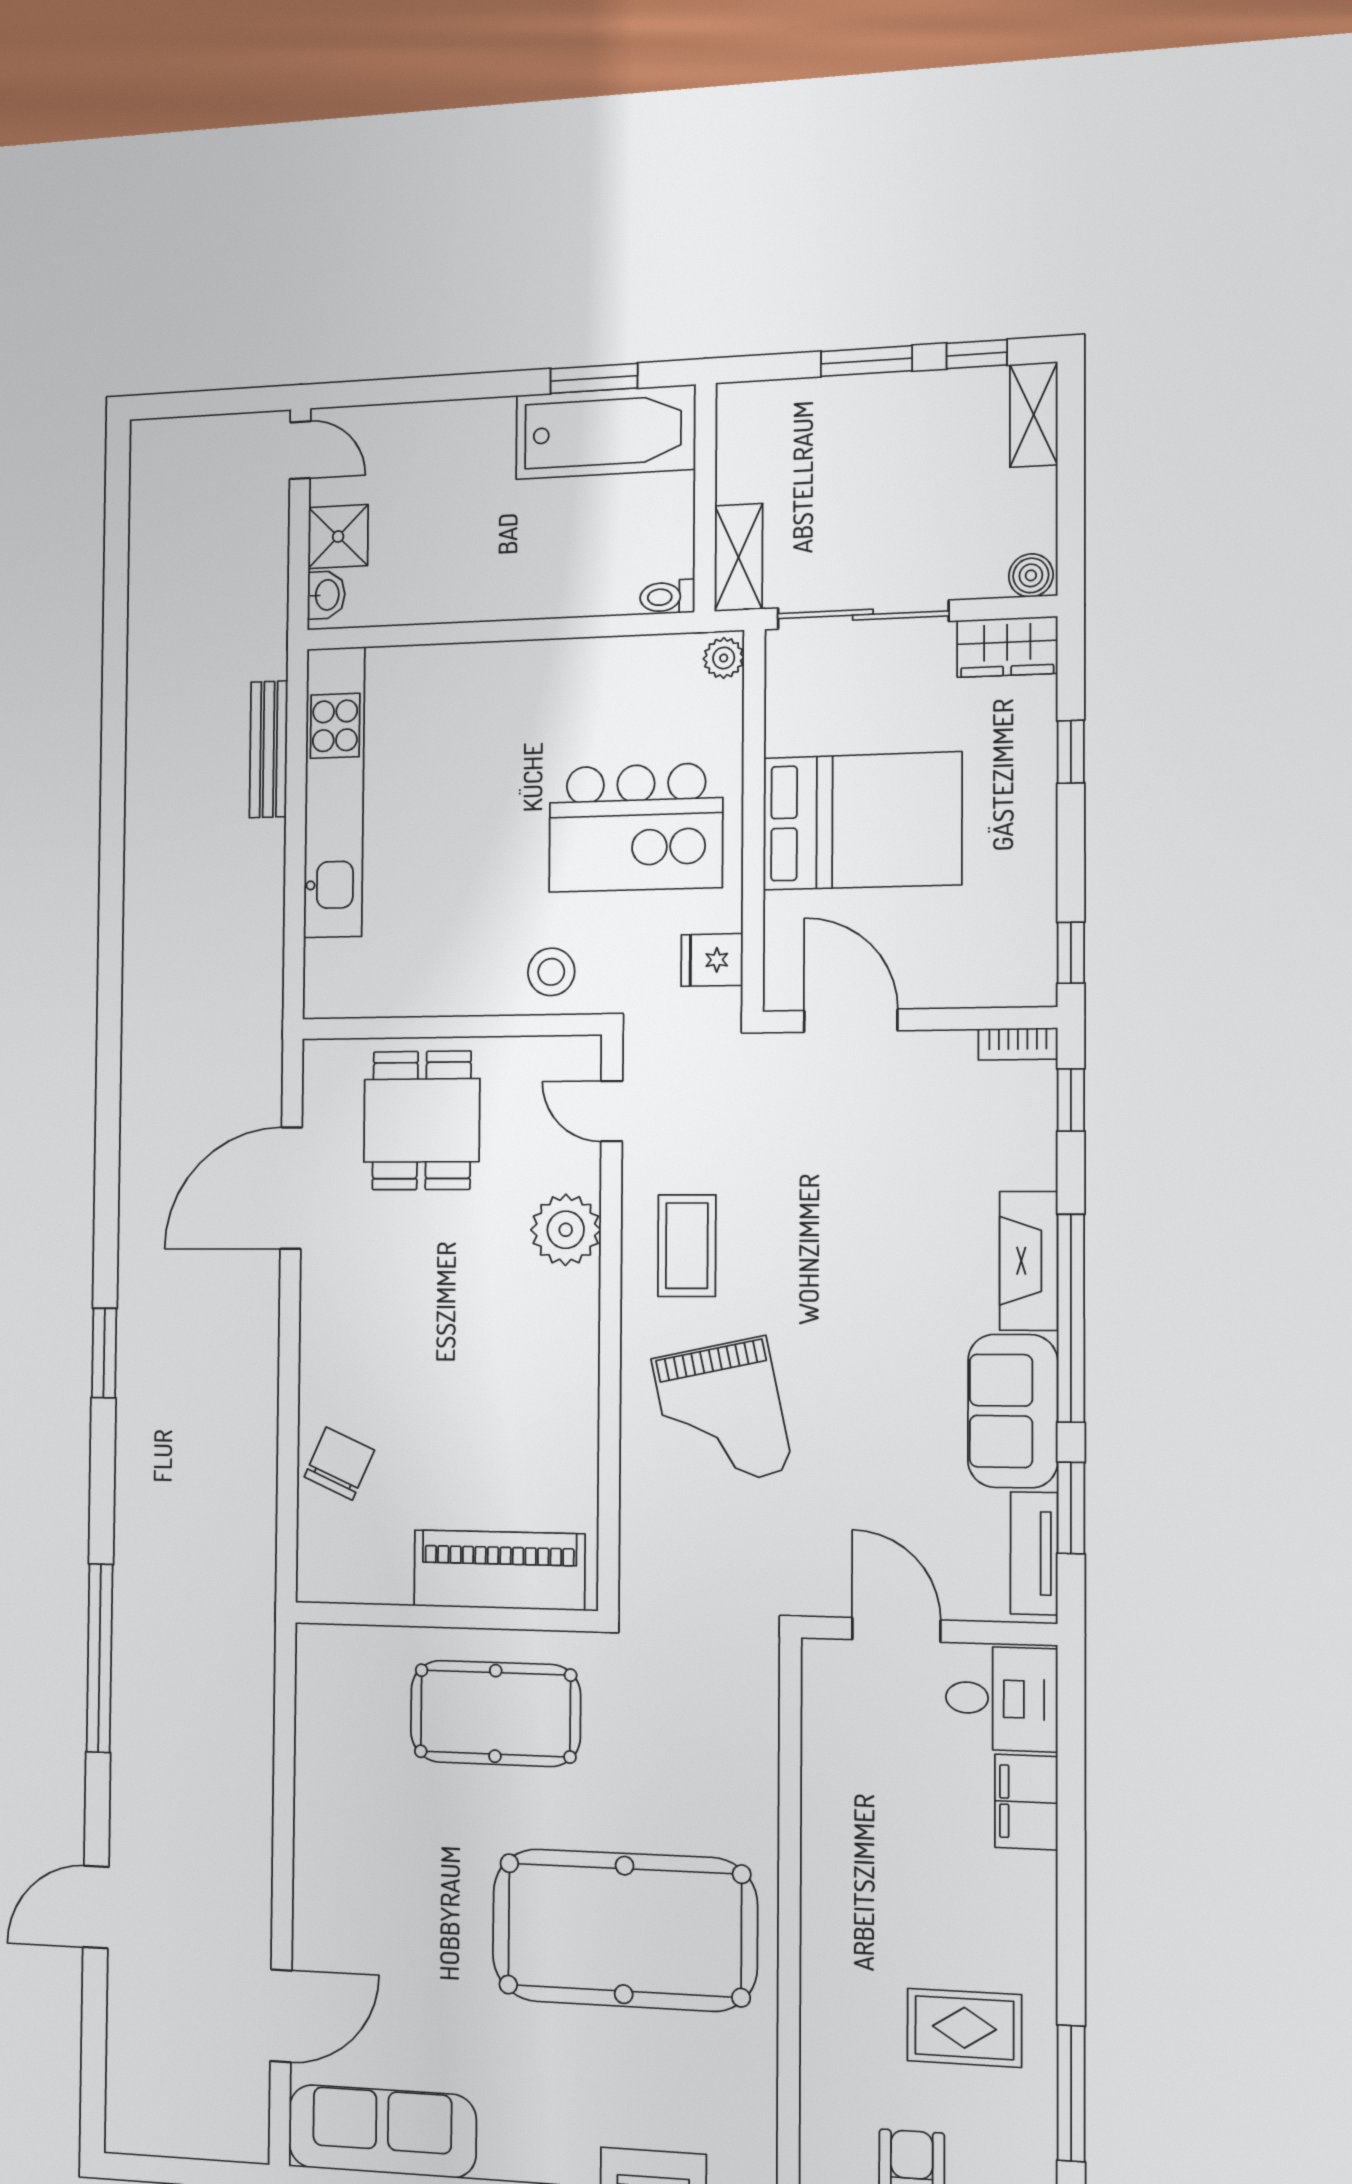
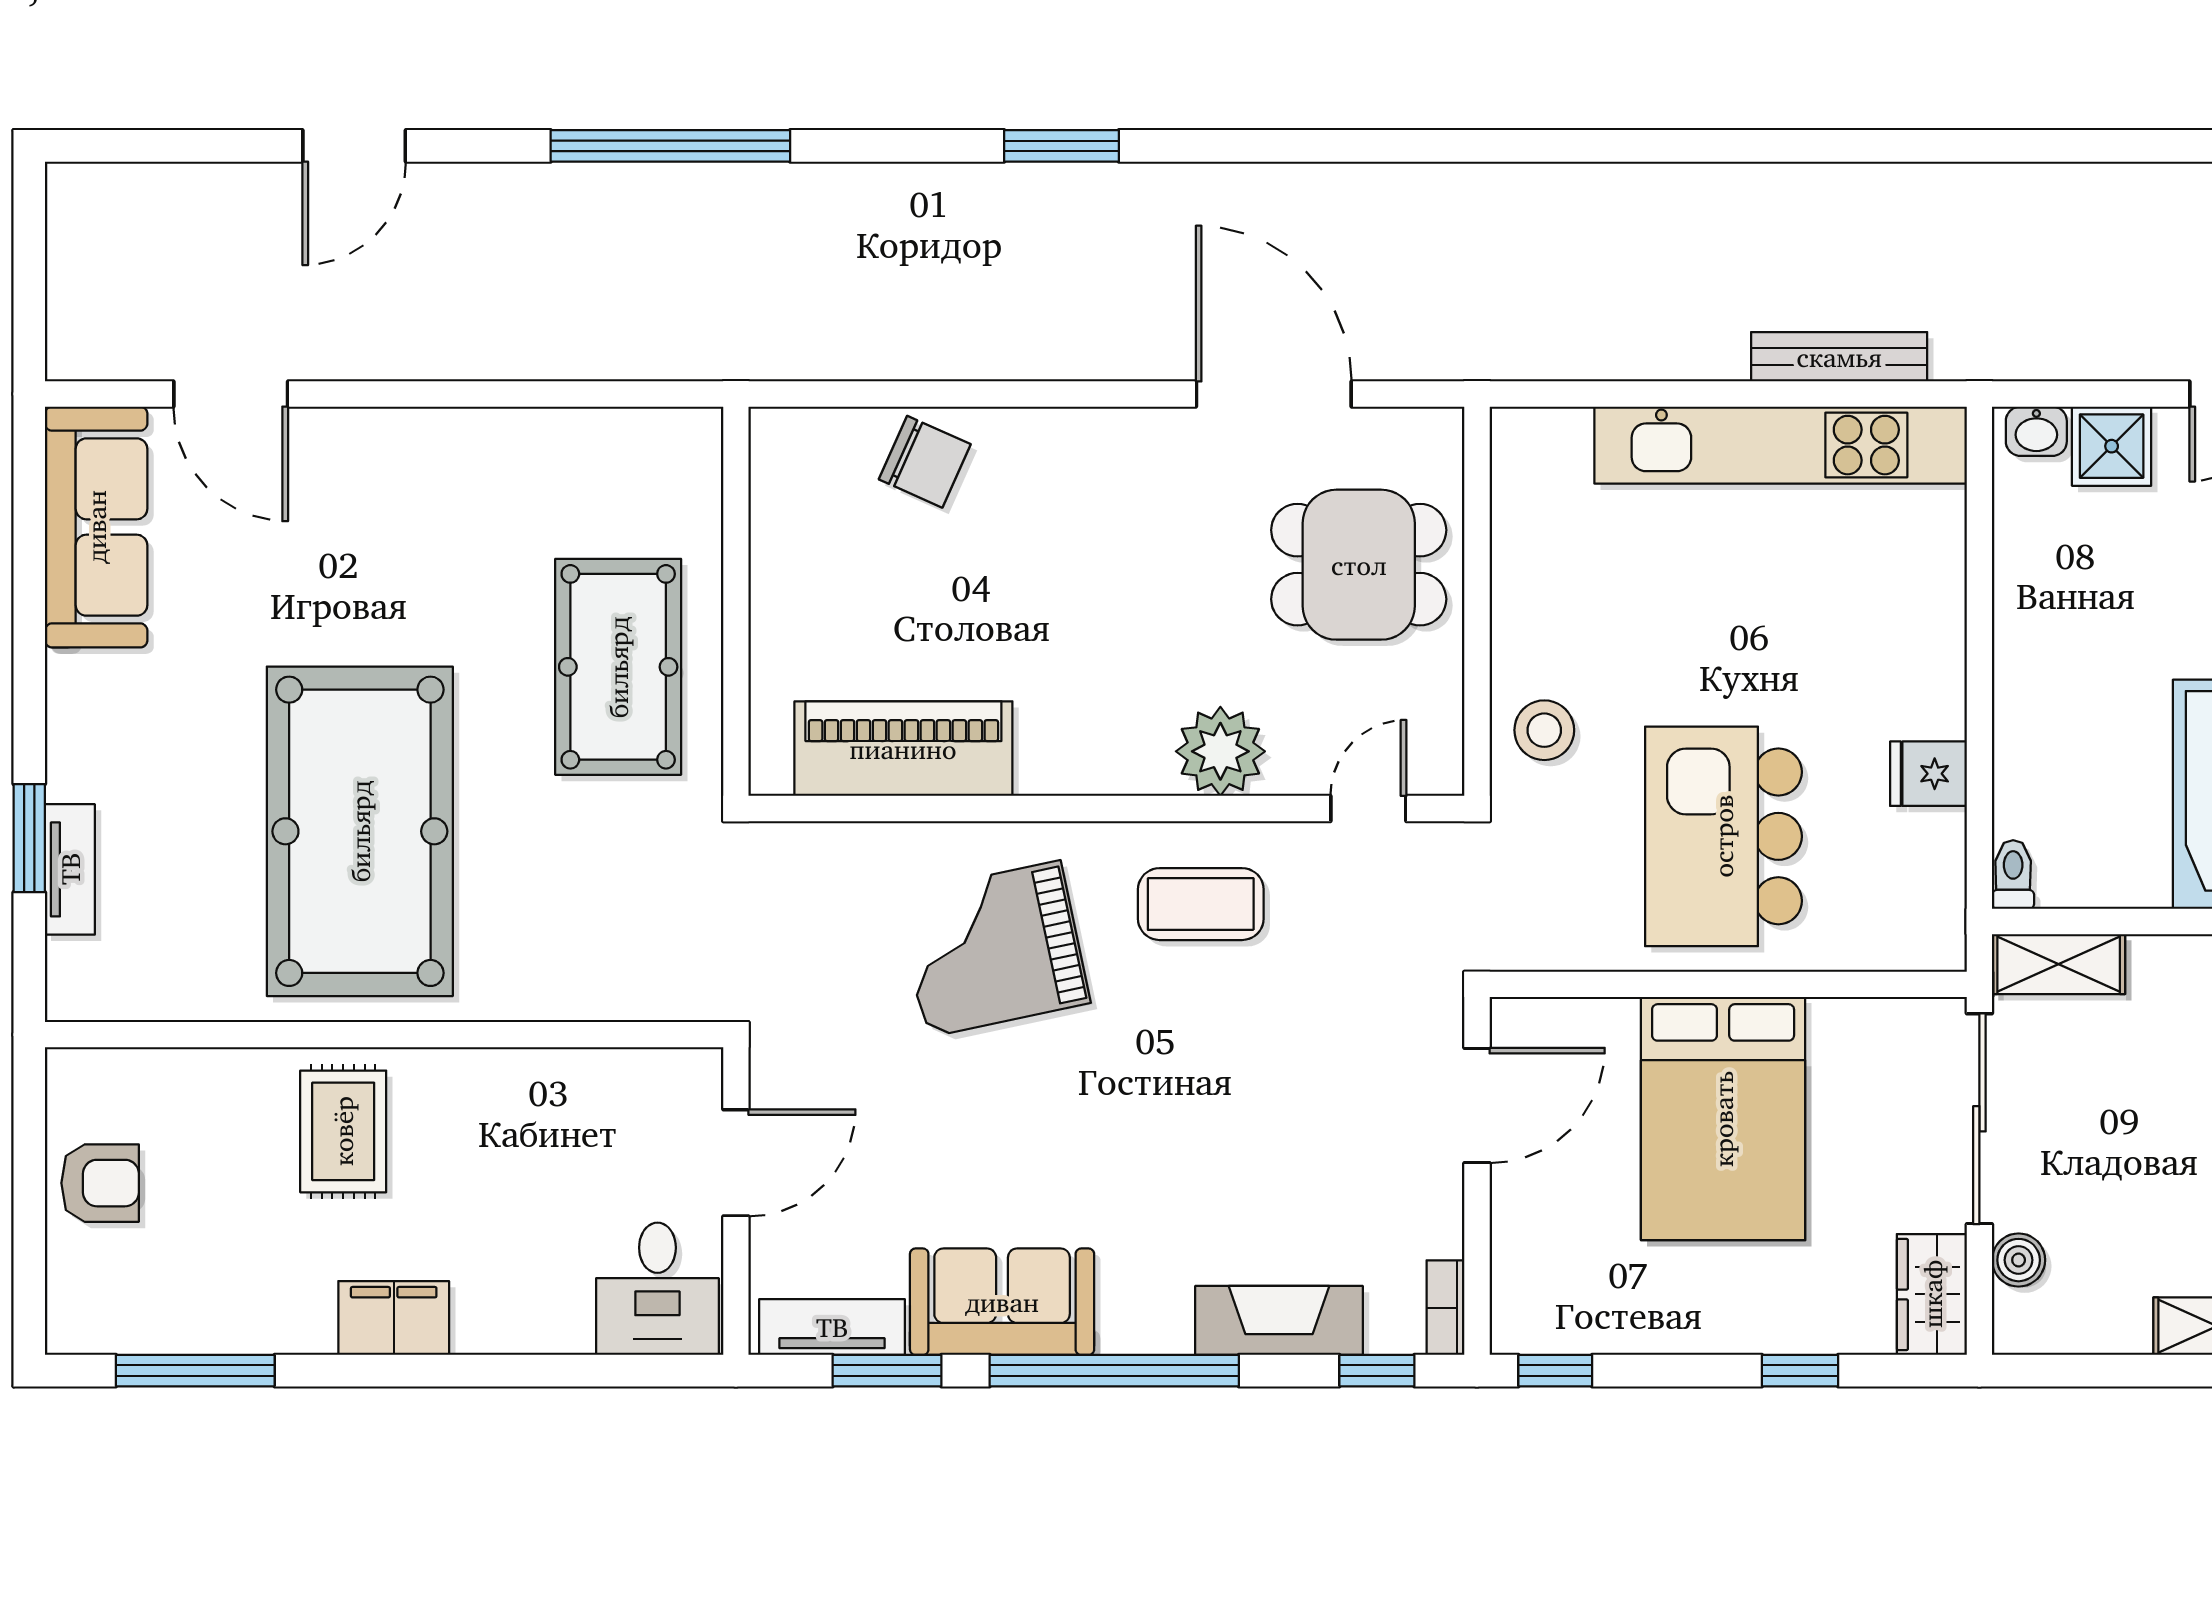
boiler: (1031, 575) -> (2019, 1260), moved
plant: (724, 658) -> (1933, 946), removed
fridge: (712, 960) -> (1928, 774), moved, turned -90
fireplace: (1029, 1261) -> (1279, 1320), moved
piano: (499, 1570) -> (903, 749), moved, turned -90
filing cabinet: (1026, 1802) -> (394, 1318), moved
door: (96, 1907) -> (354, 146), swing flipped
rug: (964, 2028) -> (343, 1131), moved

